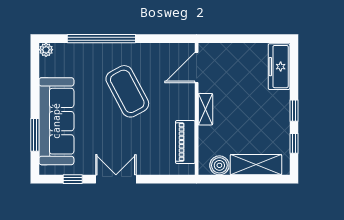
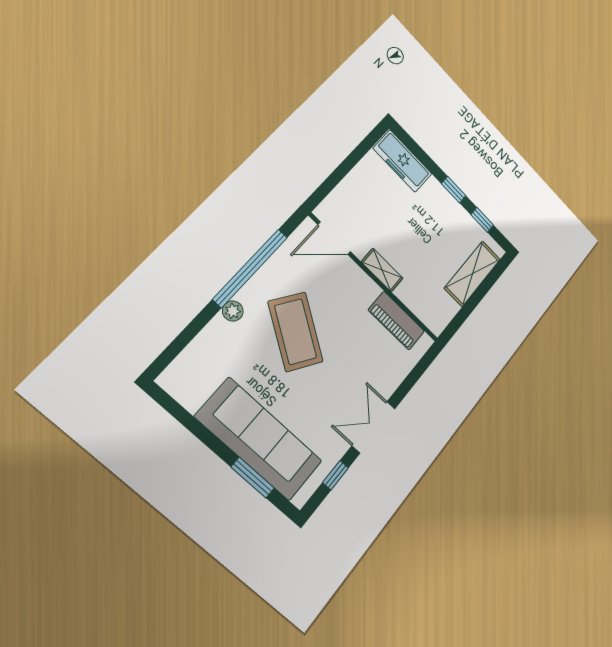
window: (101, 39) -> (250, 268), moved
plant: (46, 50) -> (233, 311), moved
door: (197, 67) -> (334, 238), hinge flipped
coffee table: (127, 91) -> (296, 332), turned 61
boiler: (219, 165) -> (445, 309), removed

